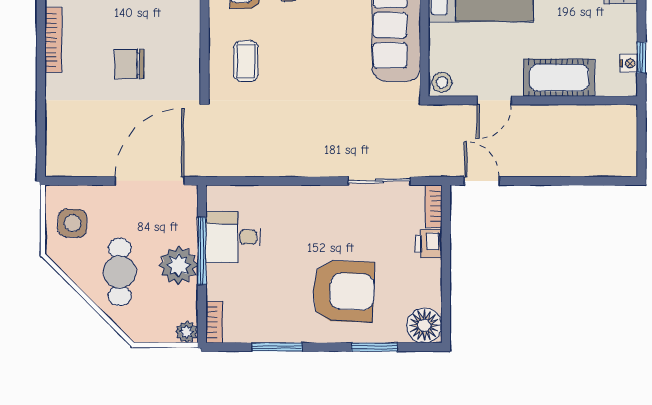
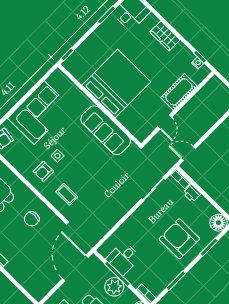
chair: (130, 64) -> (32, 219), moved
stool: (442, 82) -> (141, 134), removed
armchair: (343, 291) -> (179, 239), turned -92

